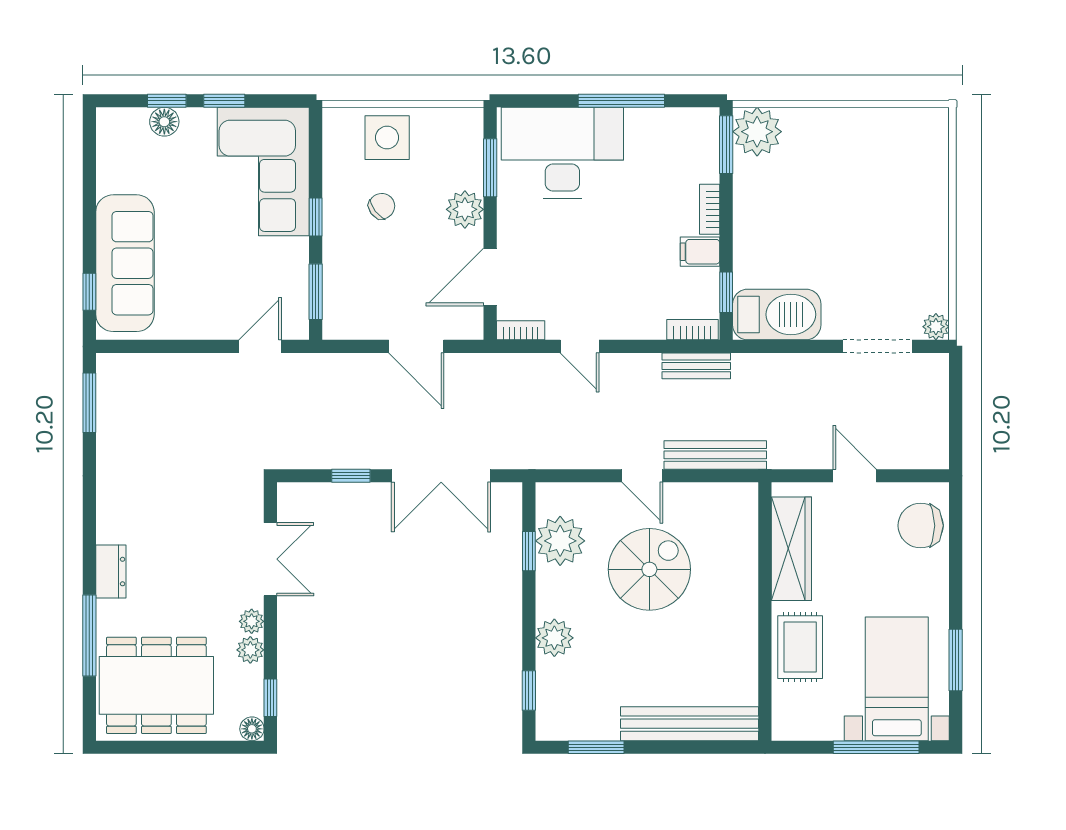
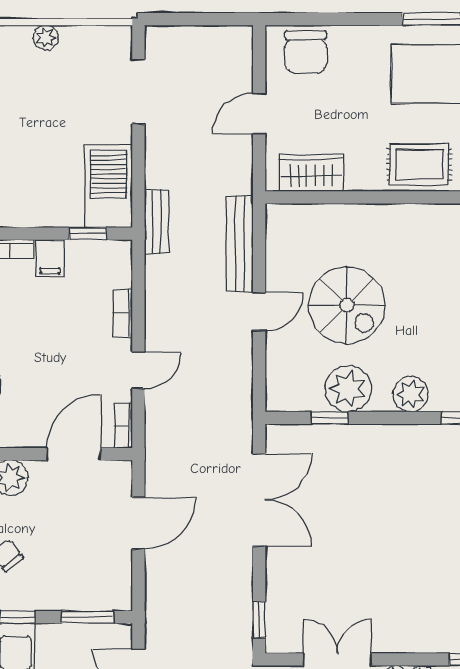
door: (490, 277) -> (74, 454), swing flipped
plant: (936, 327) -> (46, 38), moved
bookcase: (692, 330) -> (123, 313), moved
bench: (696, 366) -> (157, 222), moved
window: (351, 476) -> (259, 620), moved
plant: (560, 541) -> (348, 389), moved
wardrobe: (791, 549) -> (311, 173), width x0.67
spiral stairs: (649, 569) -> (347, 305), turned 180

